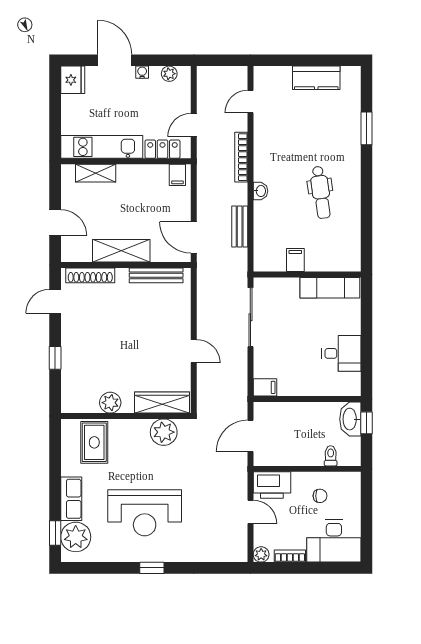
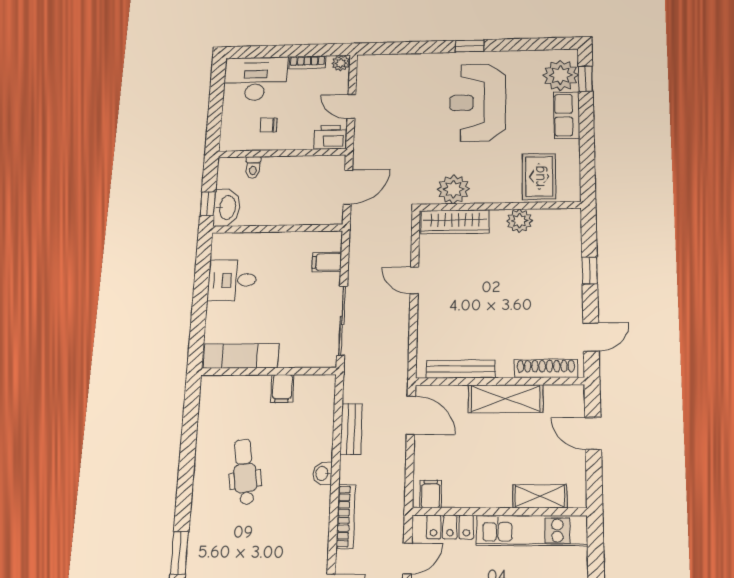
filing cabinet: (265, 387) -> (327, 262), moved
printer: (272, 485) -> (331, 137), width x0.73, depth x0.84
reception desk: (145, 513) -> (478, 102), turned -90

